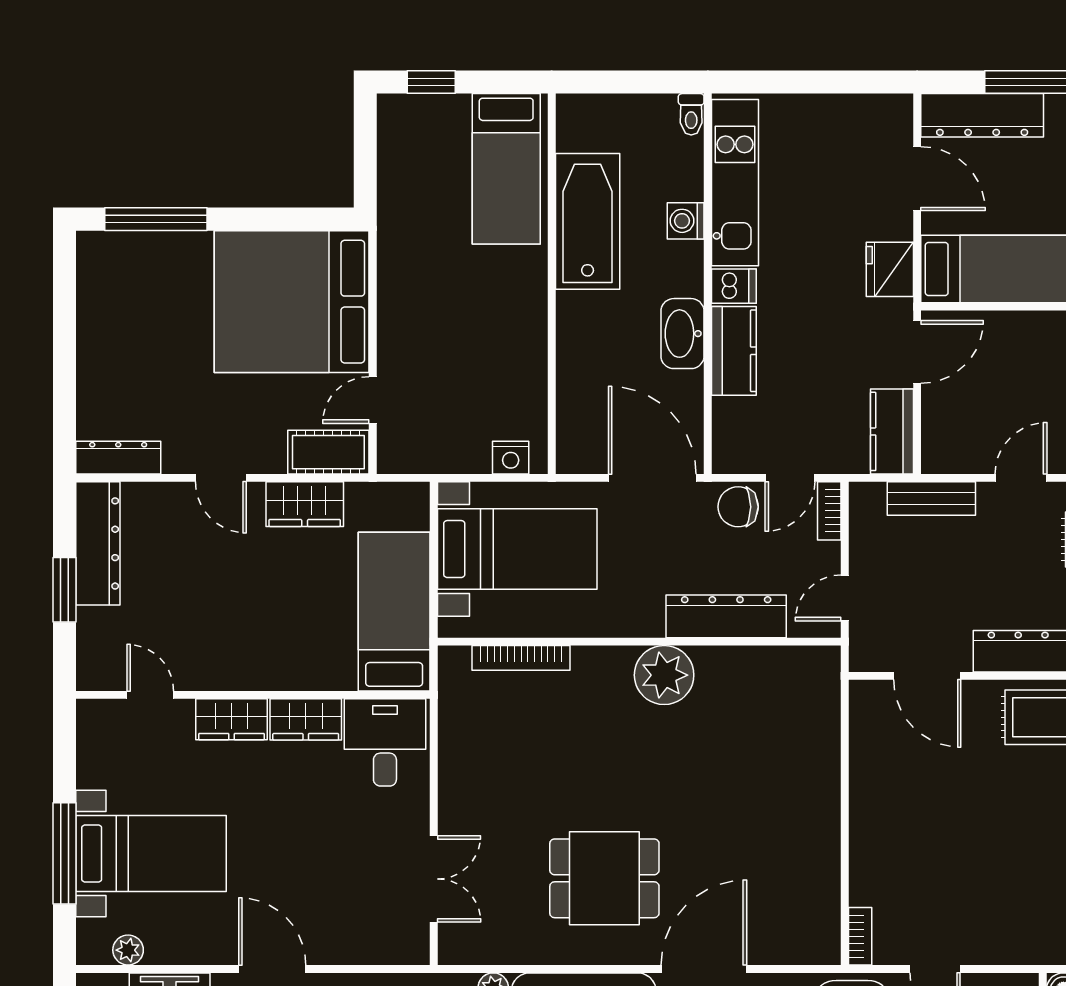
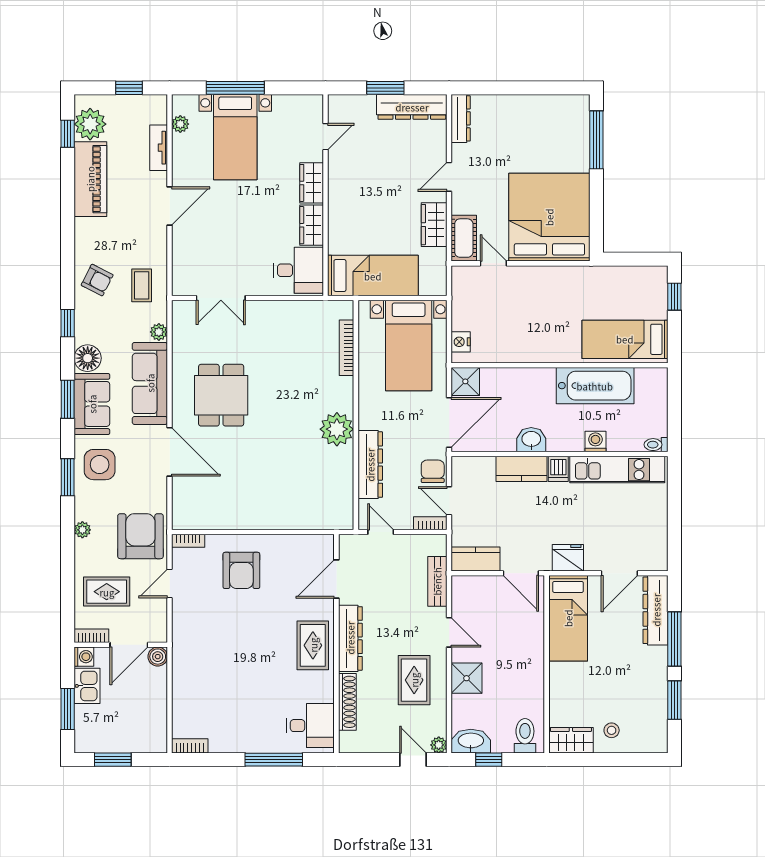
washbasin: (682, 334) -> (531, 440), width x0.72
shower: (580, 449) -> (465, 381), added
armchair: (912, 843) -> (241, 570), added

